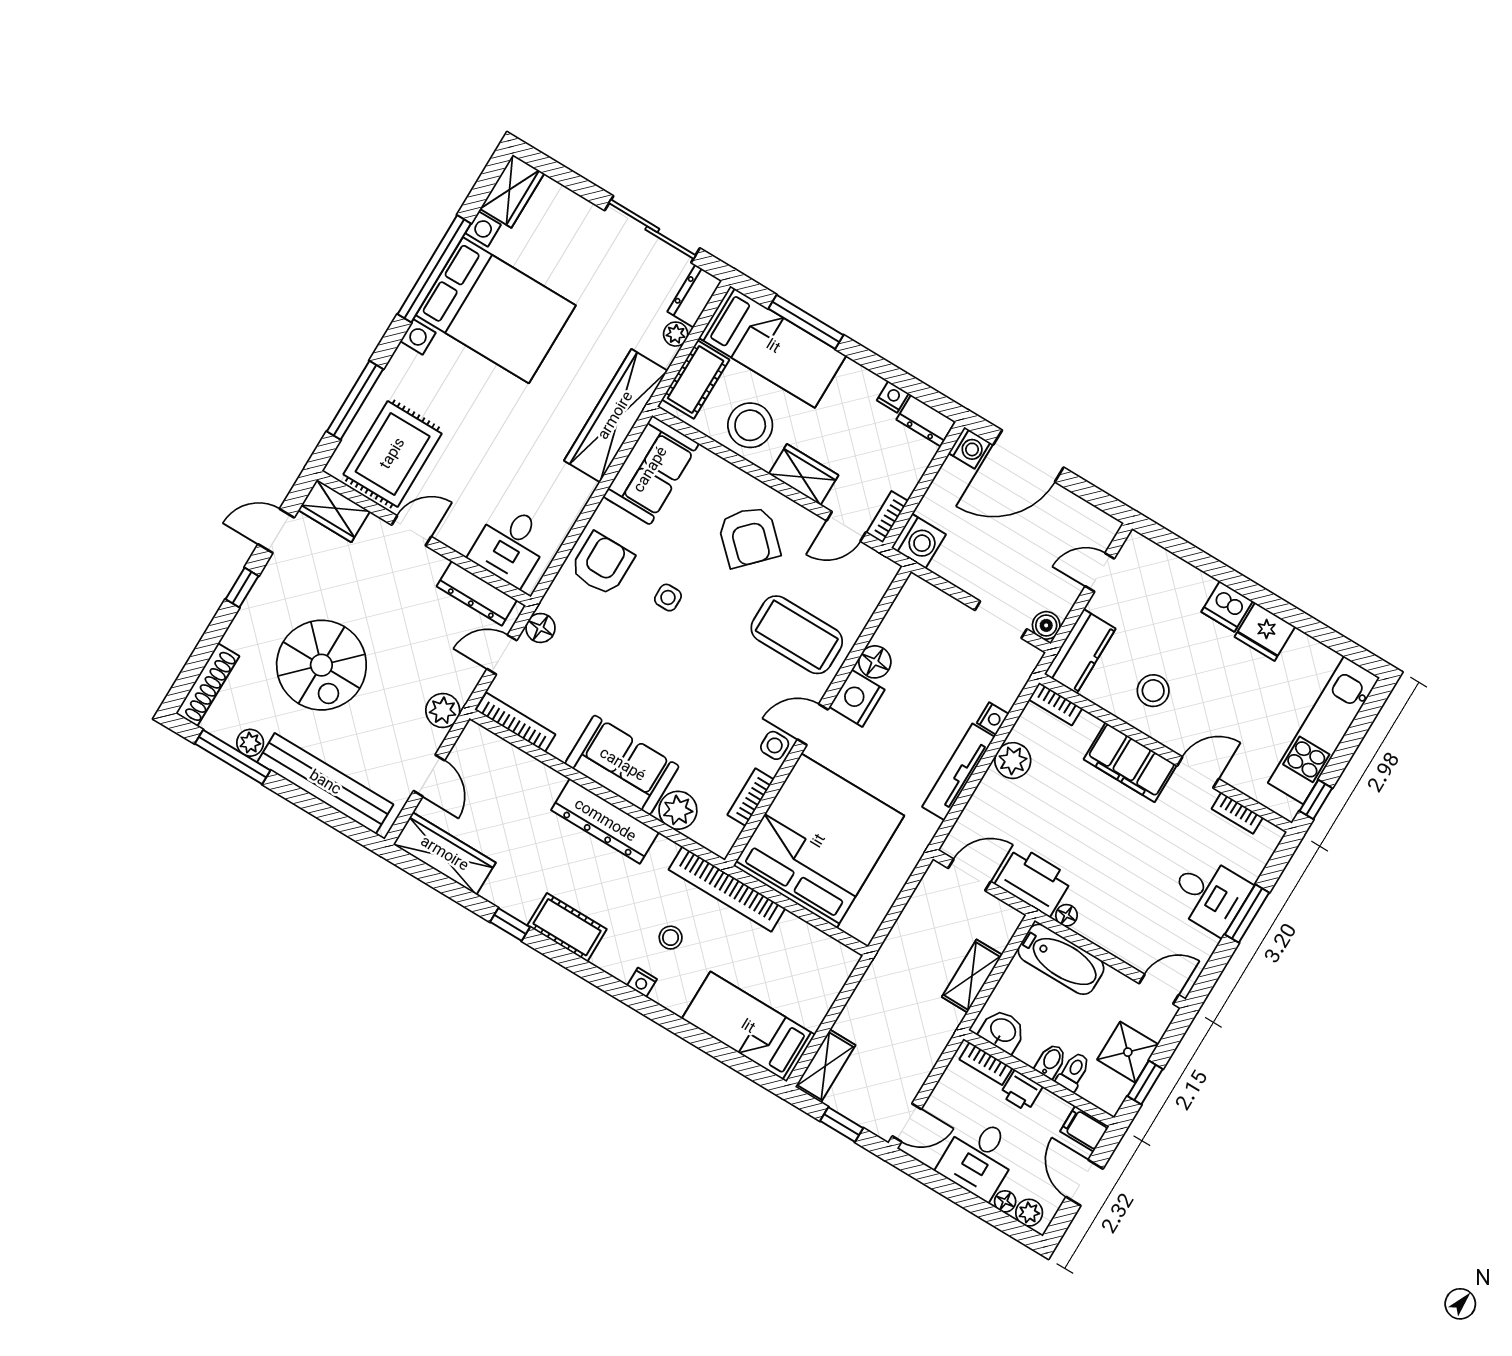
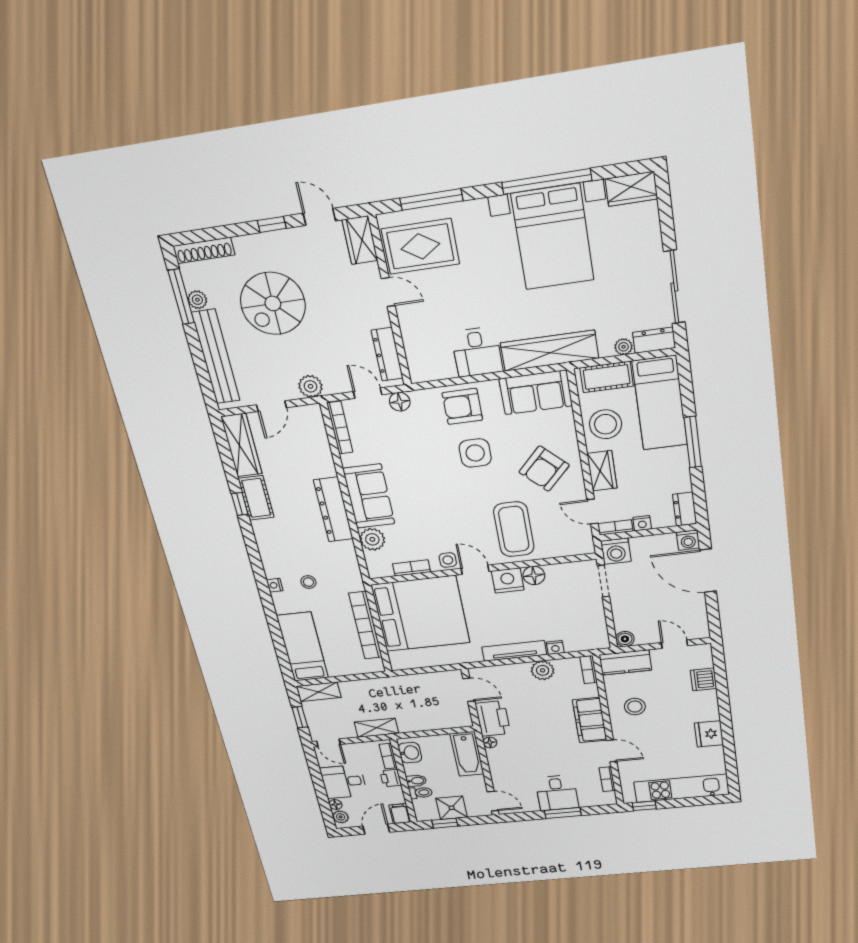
window: (806, 322) -> (693, 442), moved
nightstand: (893, 397) -> (642, 523), moved, turned 90
desk: (510, 545) -> (477, 352), moved, turned -90
armchair: (602, 564) -> (462, 406), turned 180
side table: (668, 598) -> (475, 453), width x1.87, depth x1.87
dishwasher: (1227, 606) -> (703, 679), moved
doorway: (1001, 620) -> (603, 581), moved
bookcase: (727, 889) -> (365, 625), moved
cot: (567, 927) -> (256, 498), moved
shelving: (972, 976) -> (376, 728), moved

